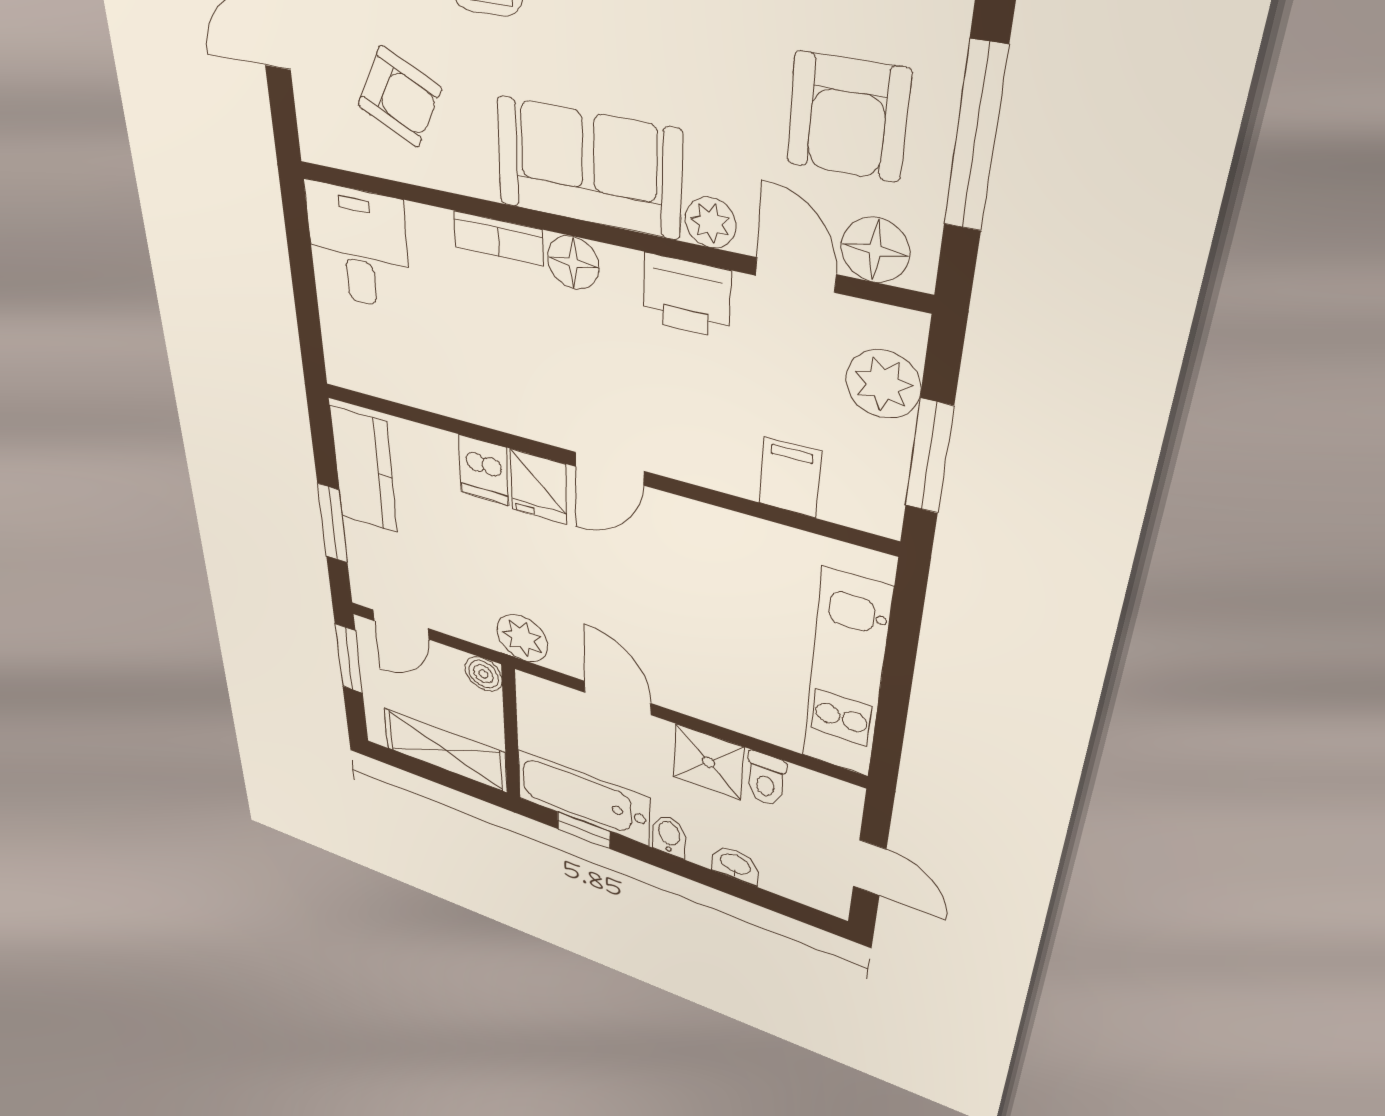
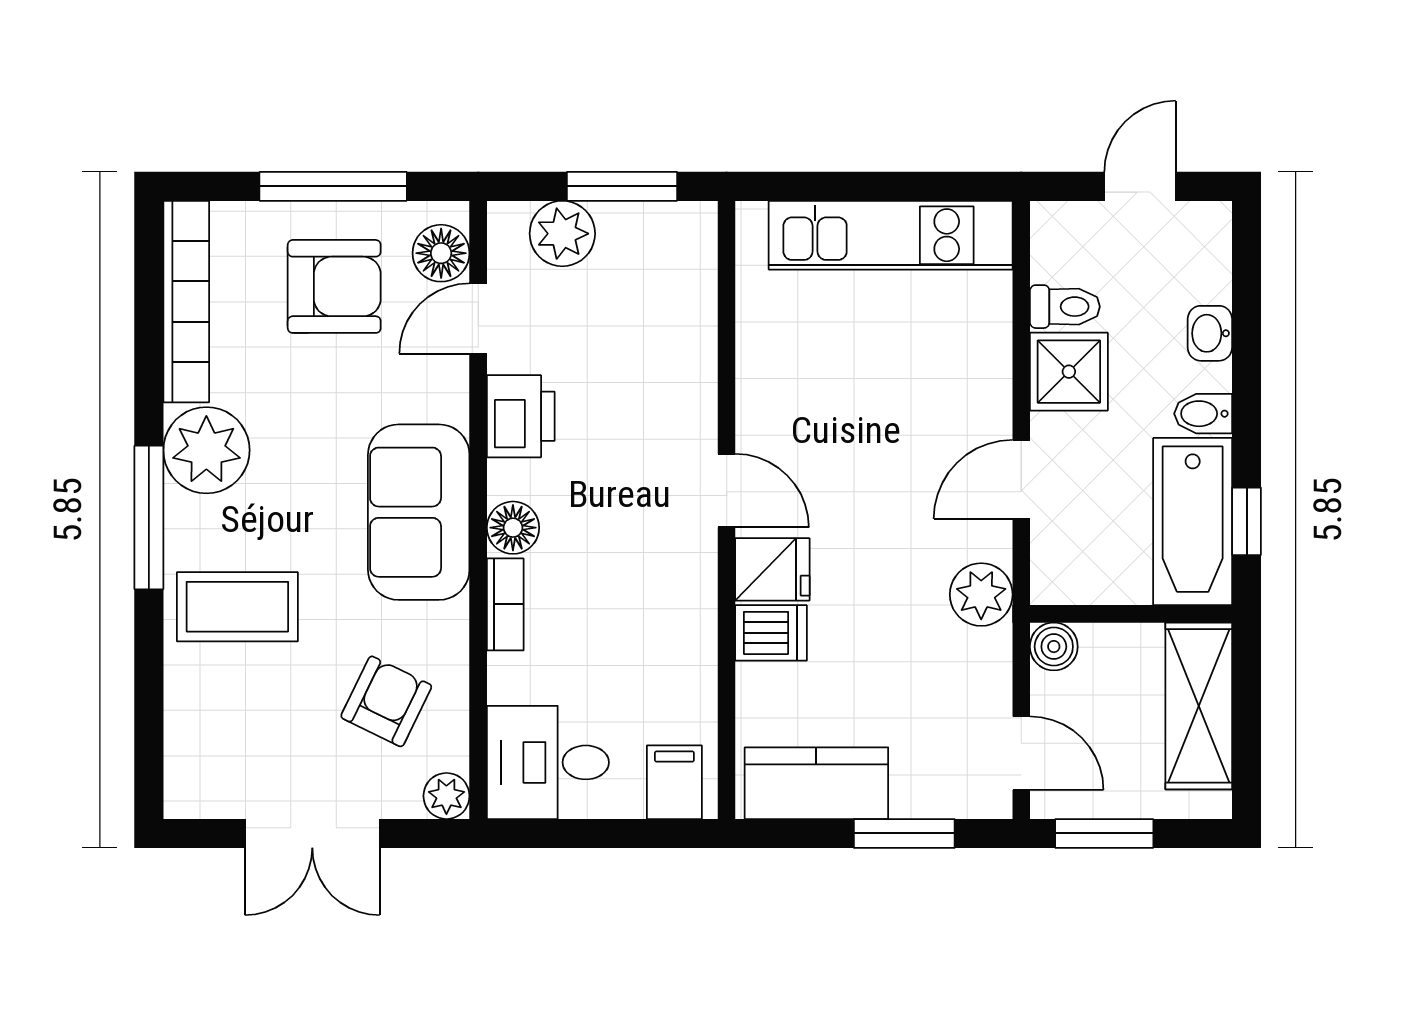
plant: (710, 223) -> (446, 796), moved
filing cabinet: (790, 477) -> (674, 782), moved, turned 90

